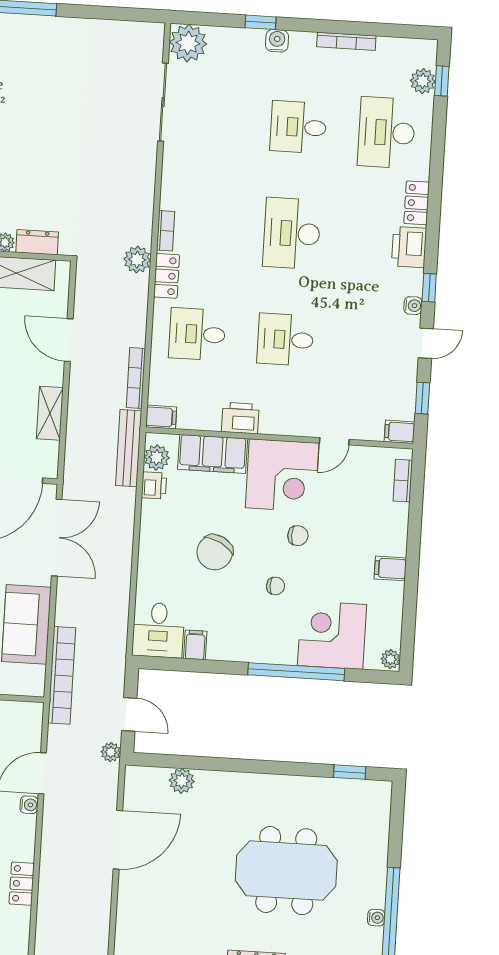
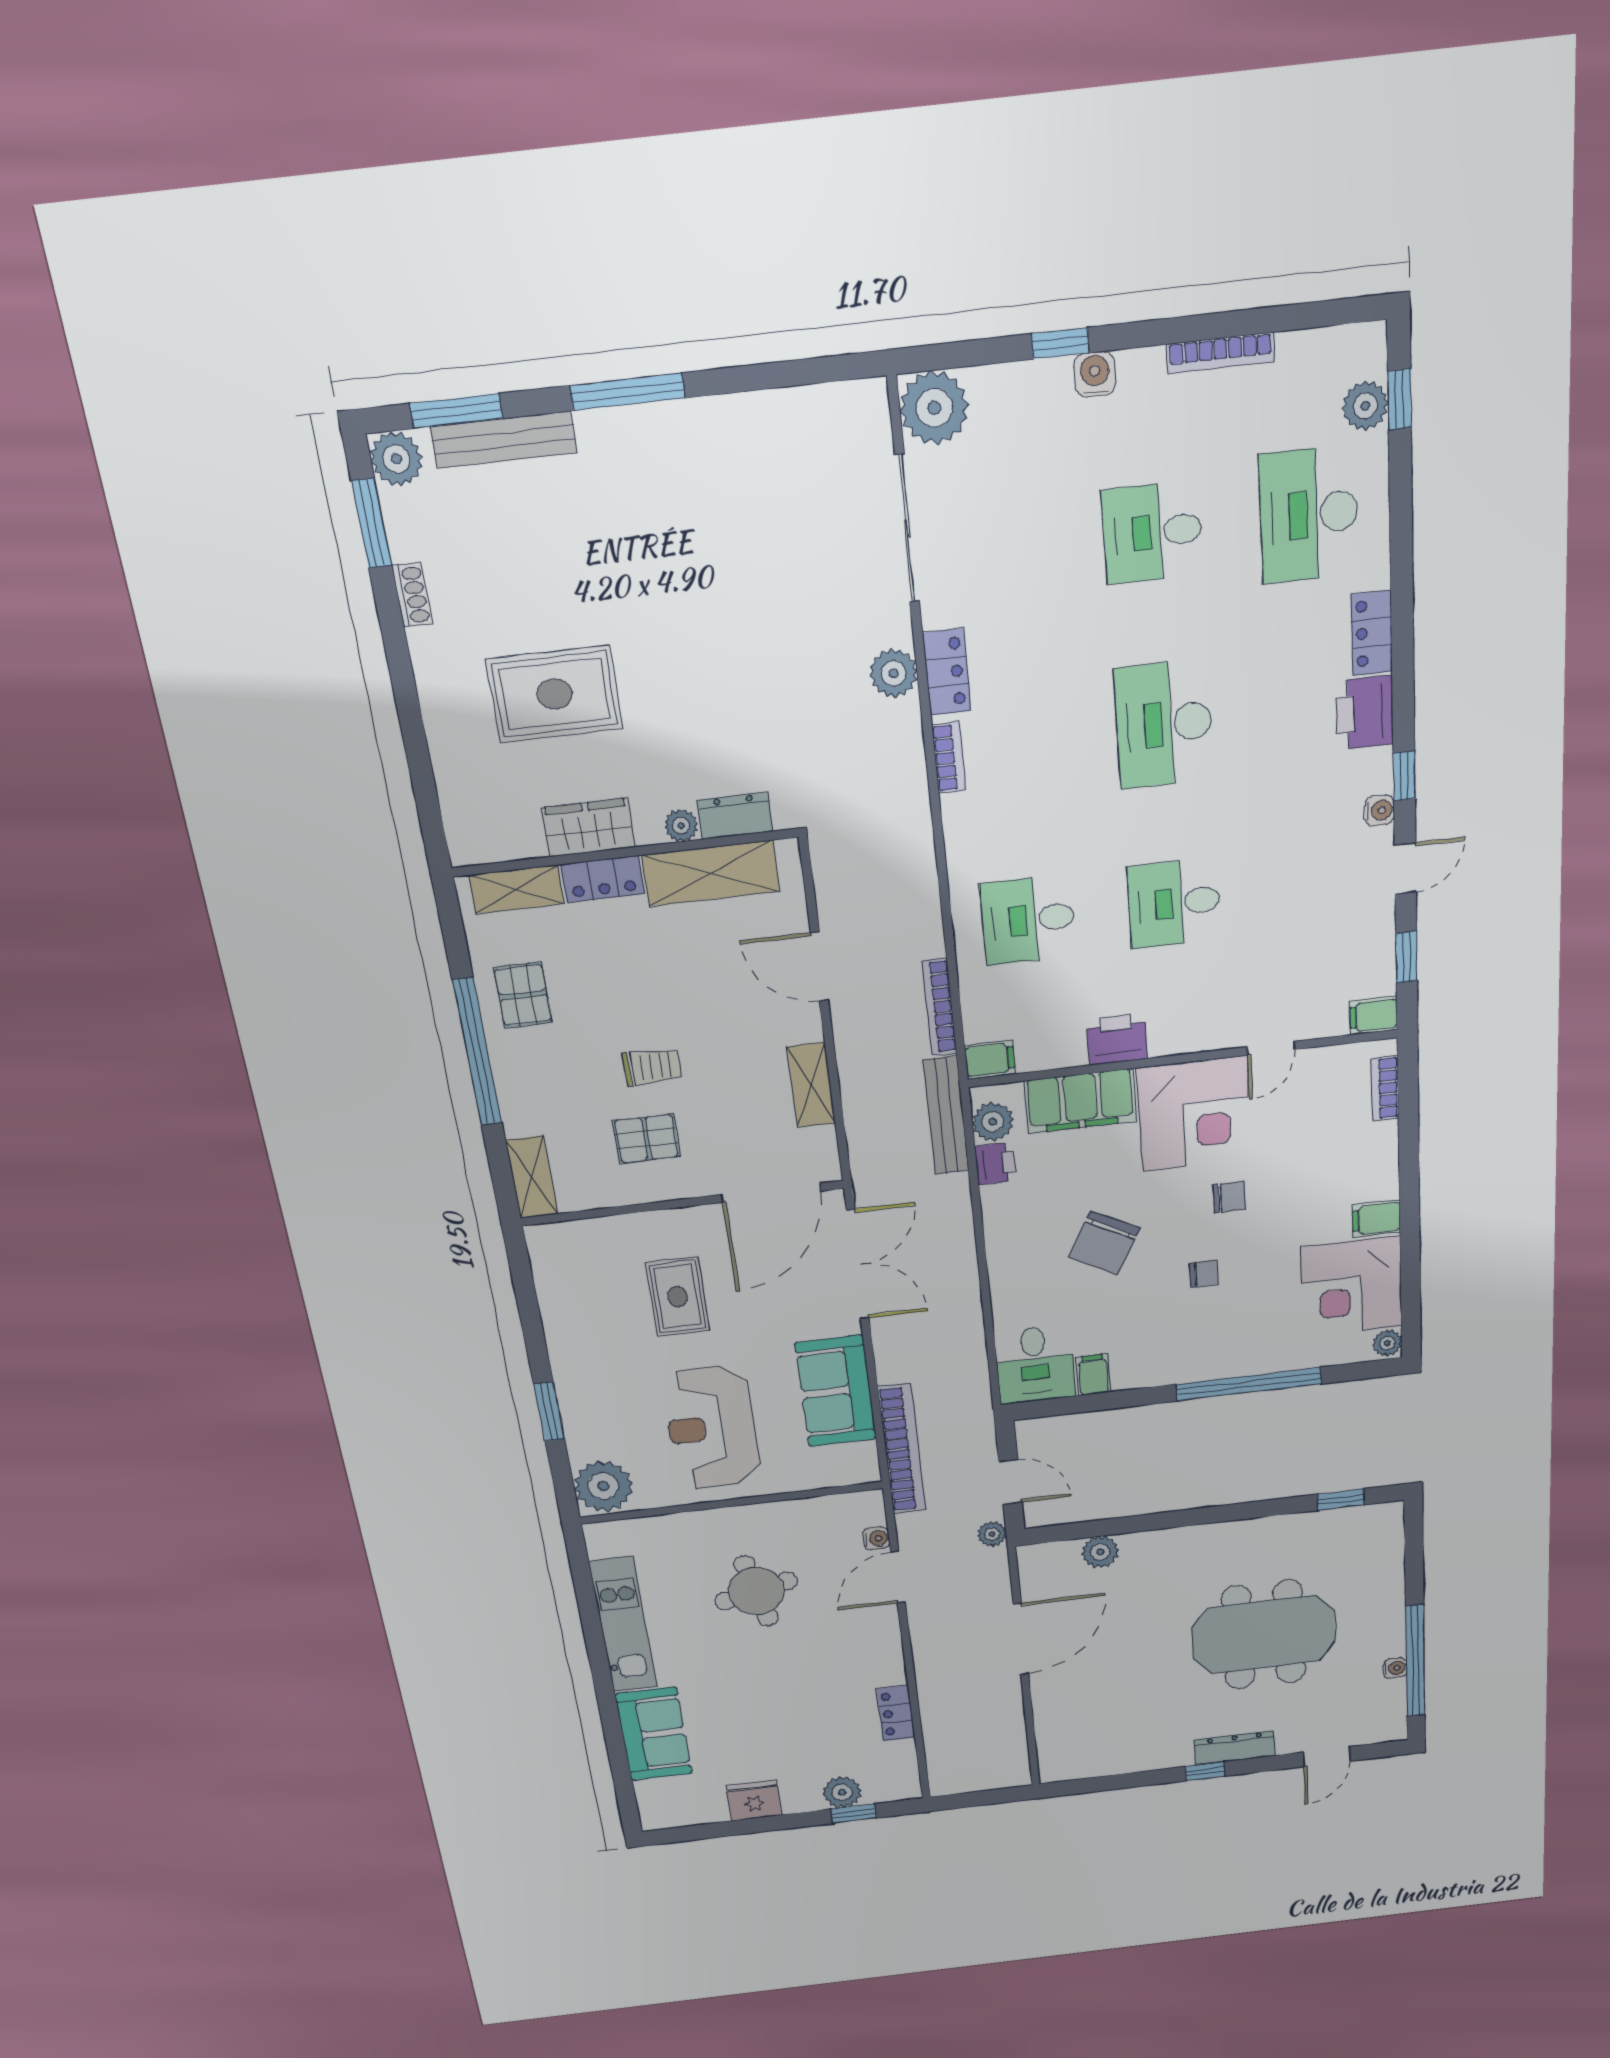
plant: (137, 260) -> (894, 673), moved
locker: (167, 276) -> (947, 672), moved
corner desk: (332, 635) -> (1352, 1287), moved, turned -90
water cooler: (29, 805) -> (876, 1538), moved

